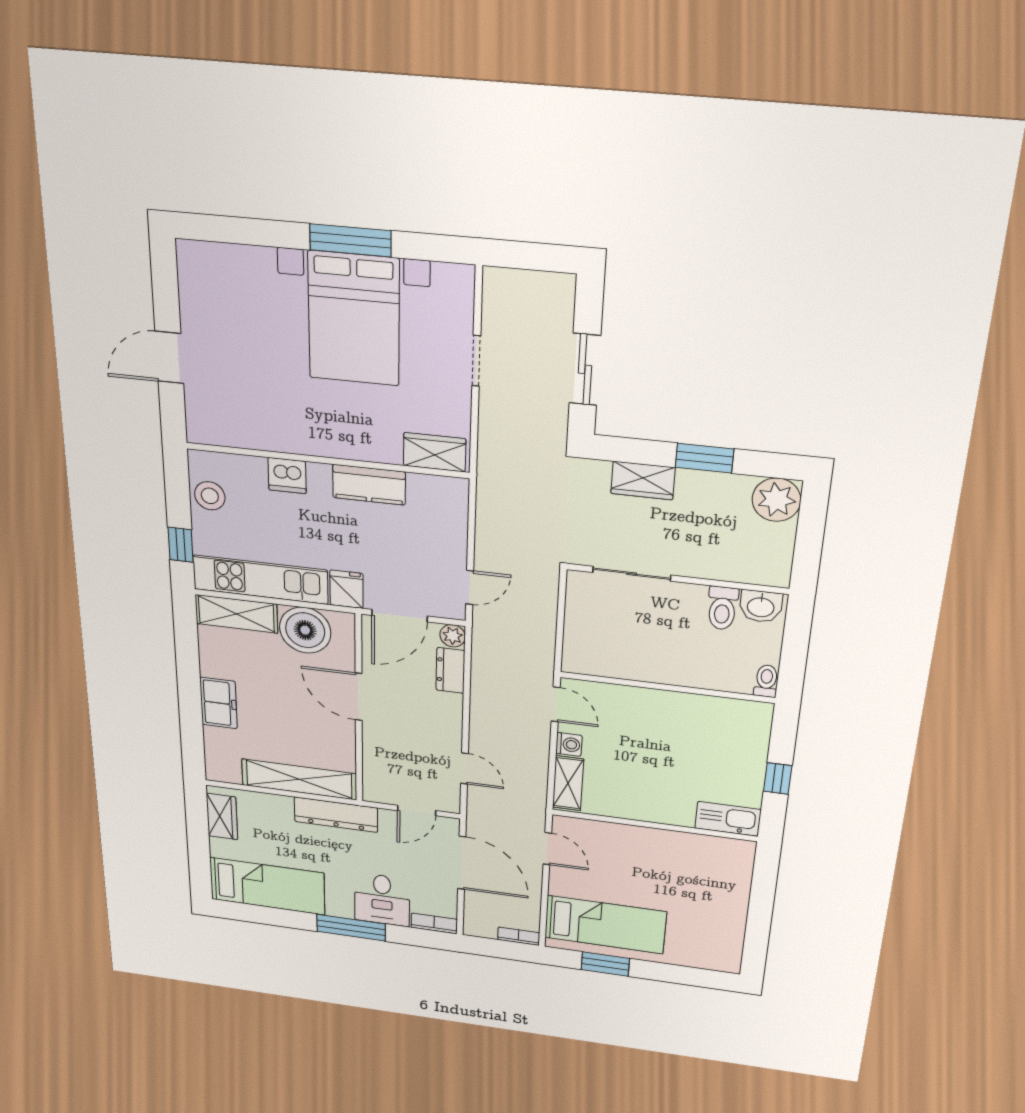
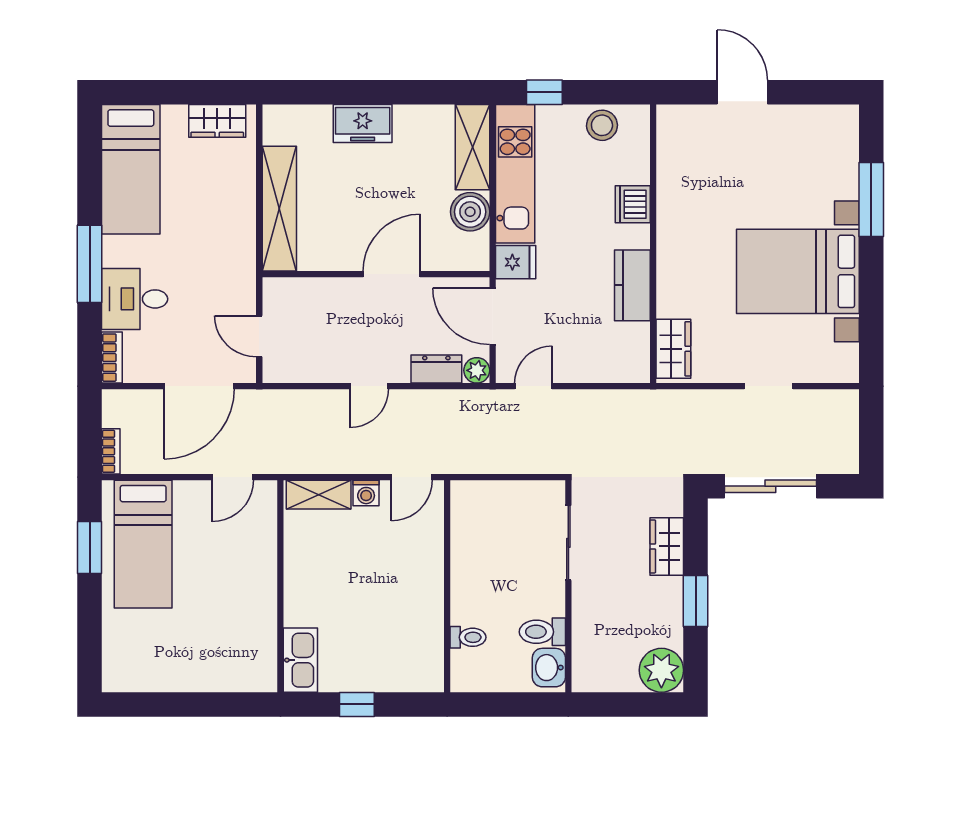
window: (350, 240) -> (871, 199), moved
sliding door: (585, 369) -> (770, 486), width x1.37
door: (470, 587) -> (533, 386), swing flipped
boiler: (305, 630) -> (470, 212), width x0.73, depth x0.73
toilet: (766, 681) -> (468, 637), moved
door: (464, 768) -> (369, 386), moved
dresser: (336, 815) -> (240, 248), removed

